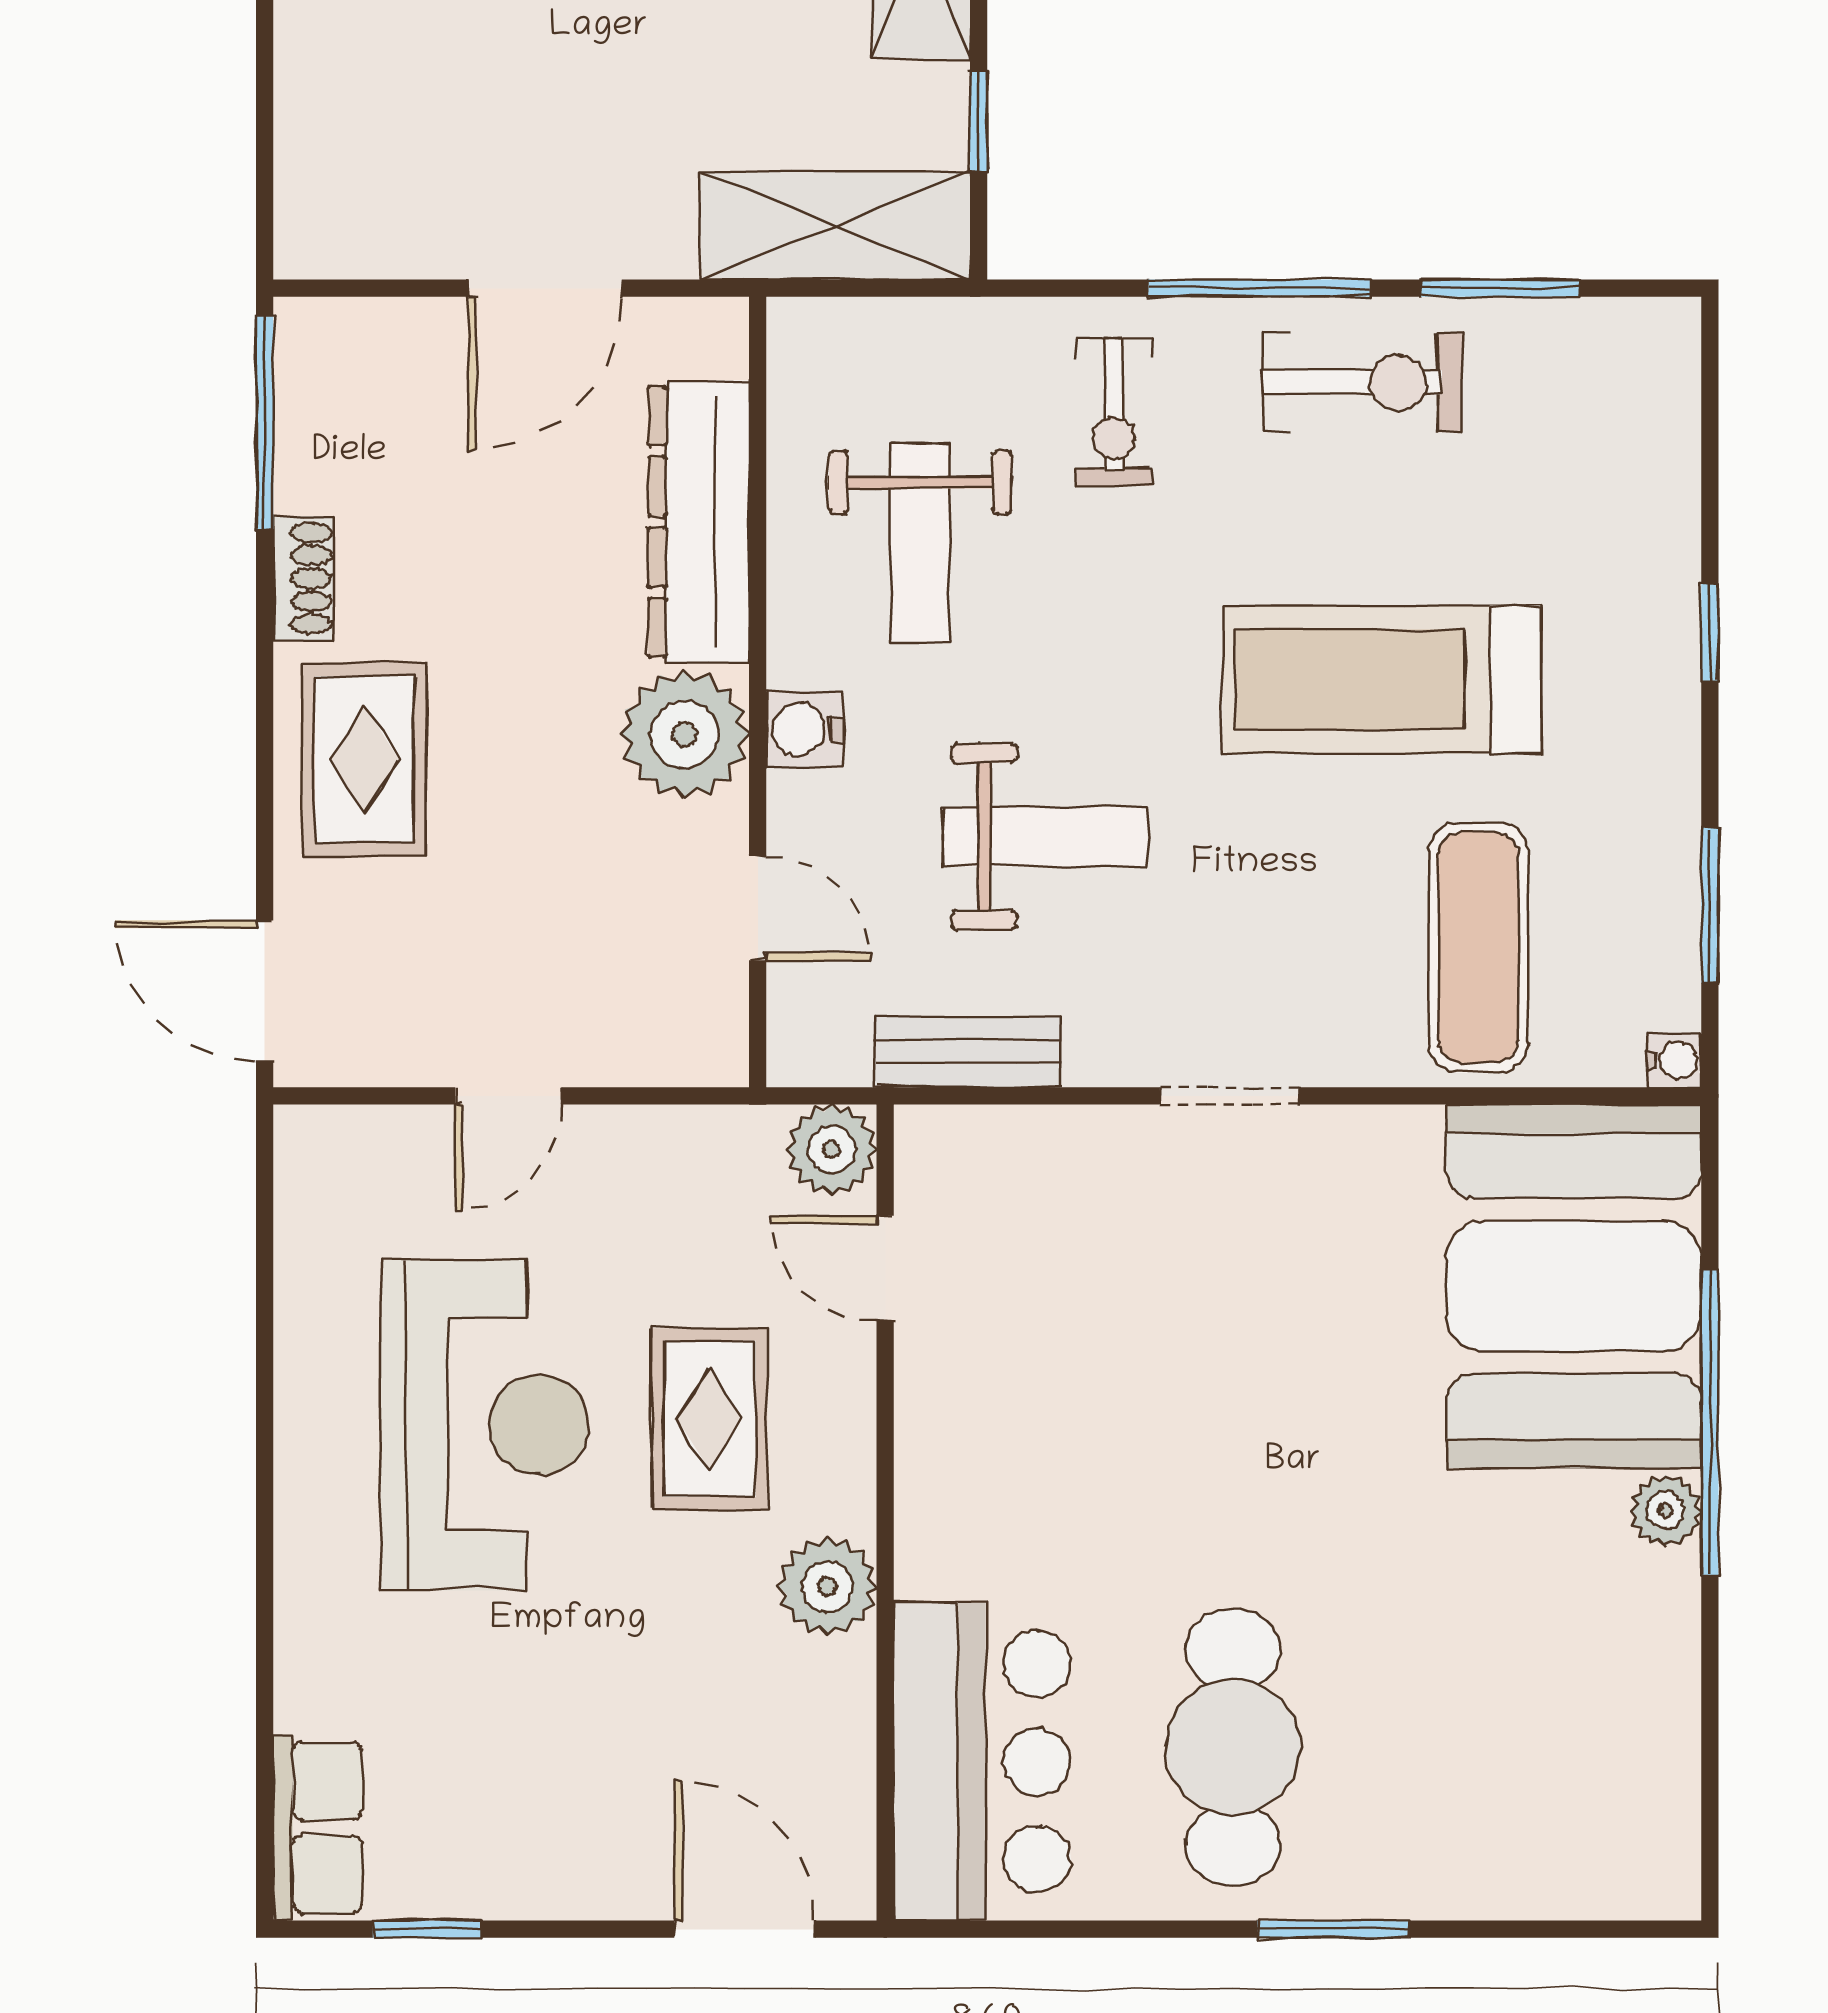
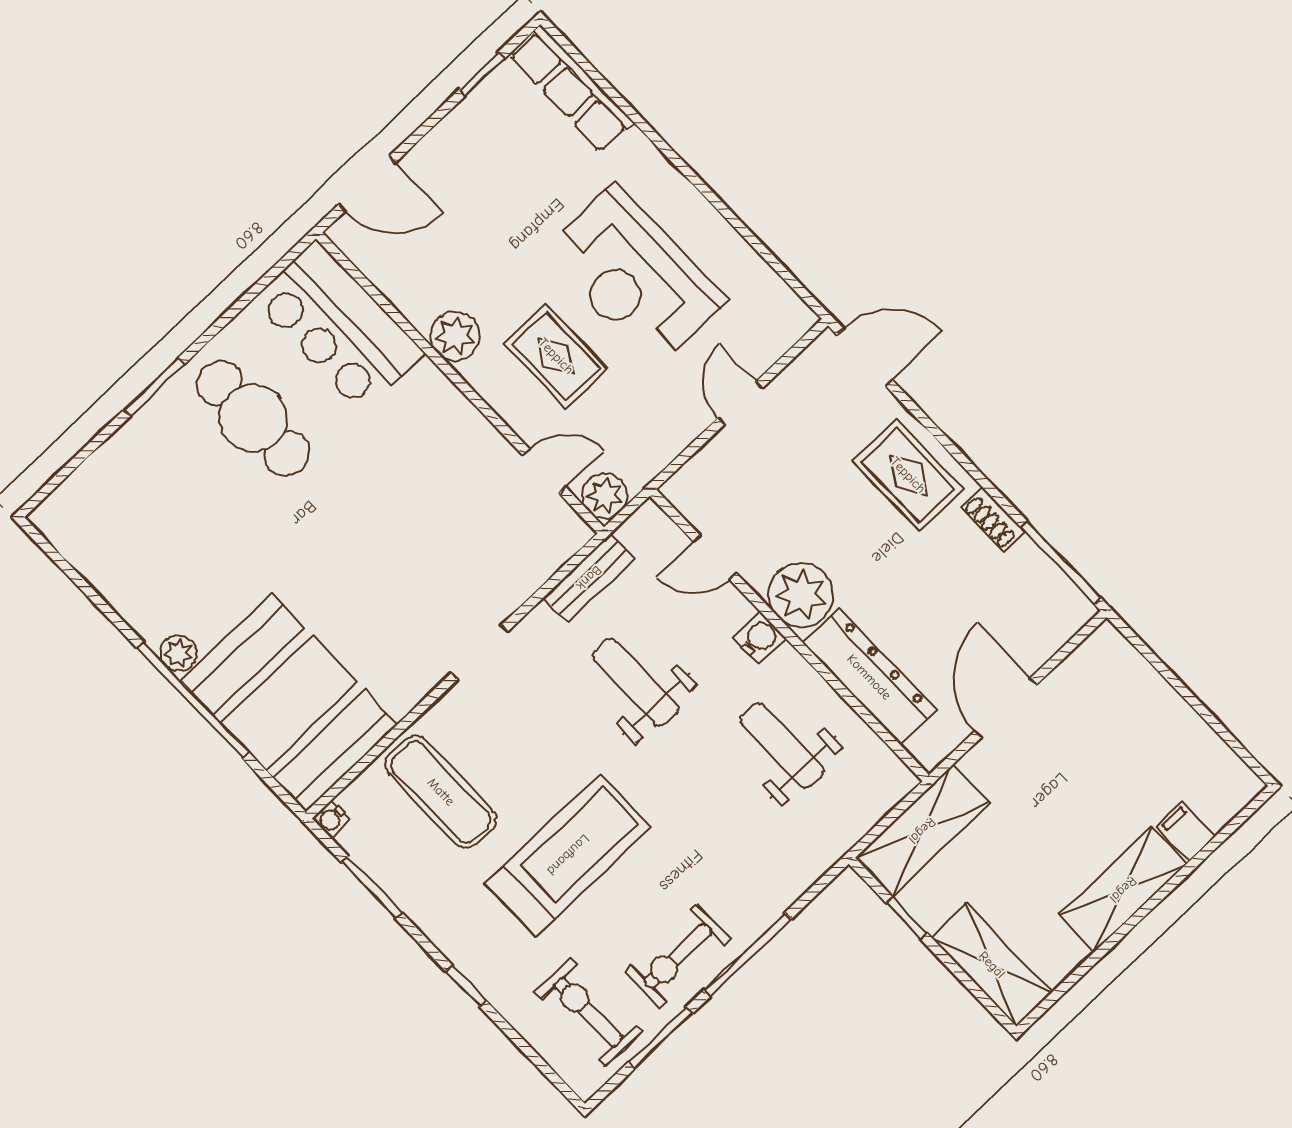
exercise bike: (1114, 412) -> (588, 1012), moved, width x1.38, depth x1.39
weight bench: (1045, 837) -> (635, 682), turned 90
row of seats: (318, 1828) -> (572, 89), width x1.48

